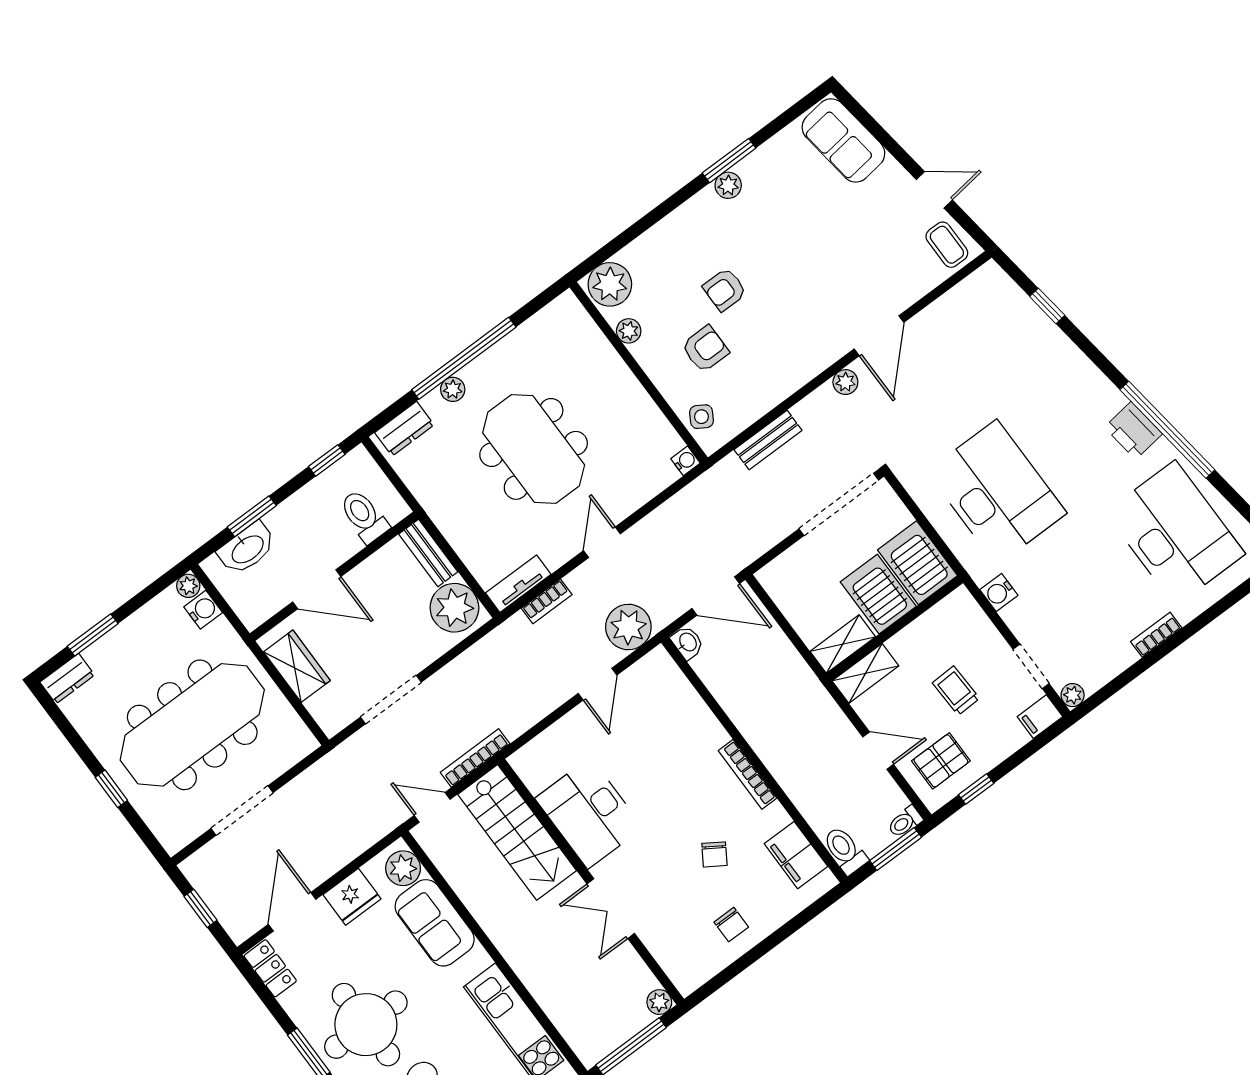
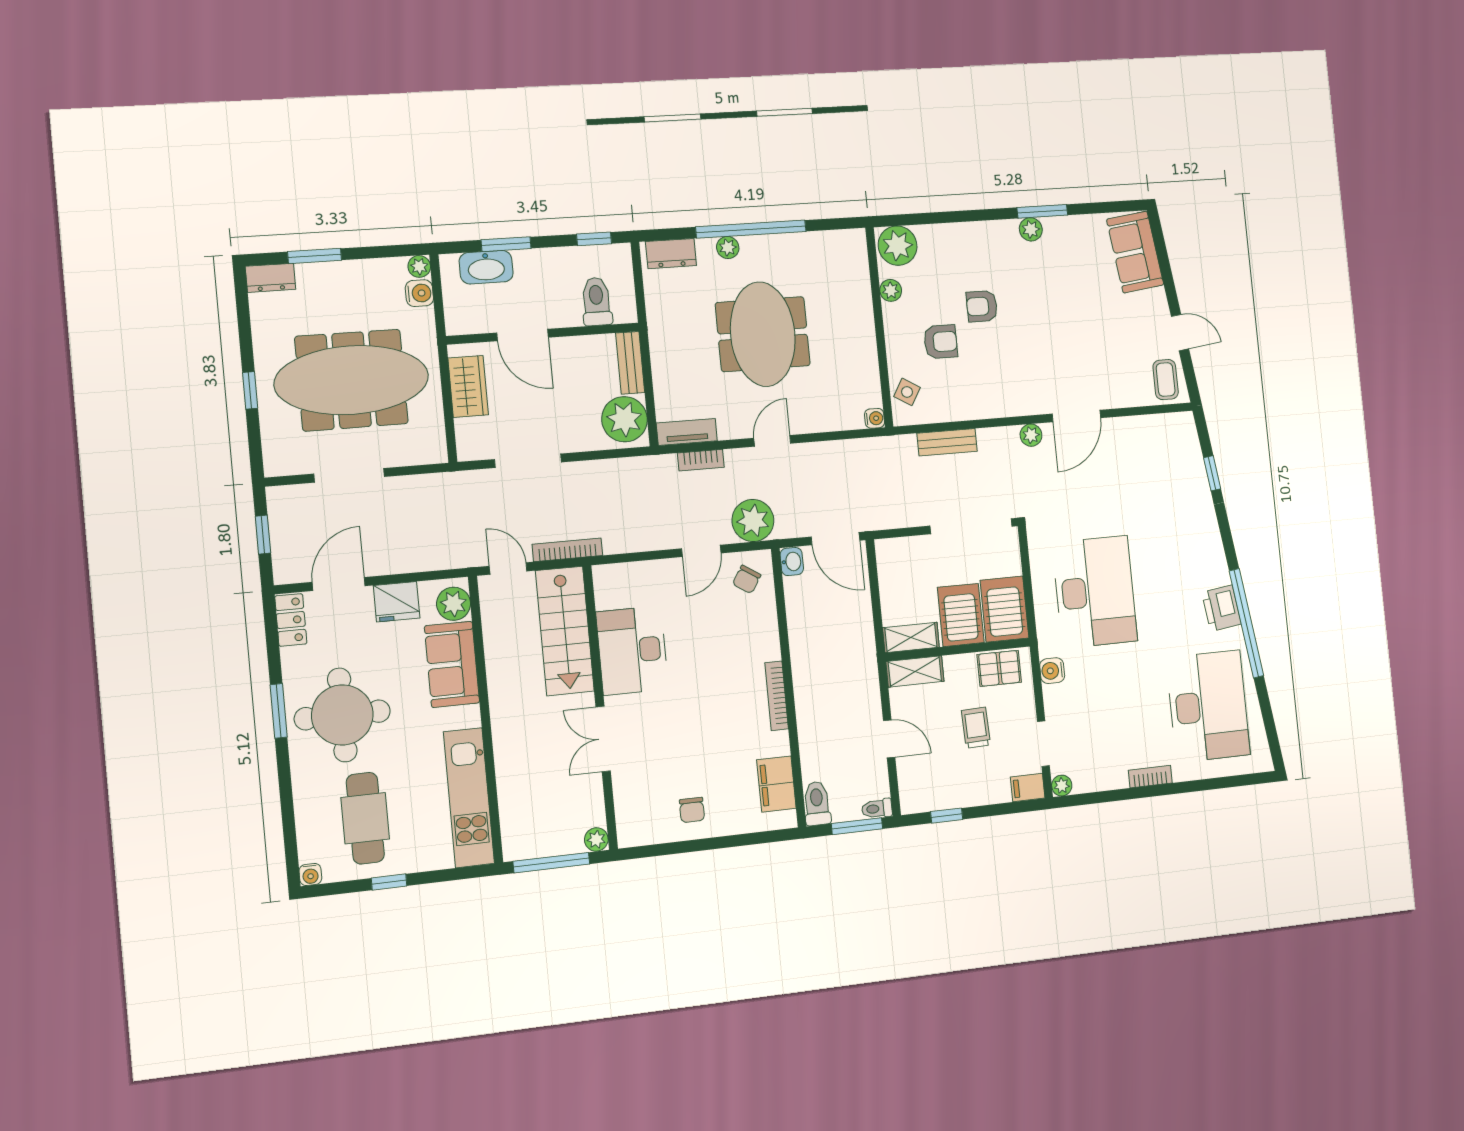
pallet: (941, 761) -> (999, 668), moved
chair: (714, 854) -> (747, 579), moved

